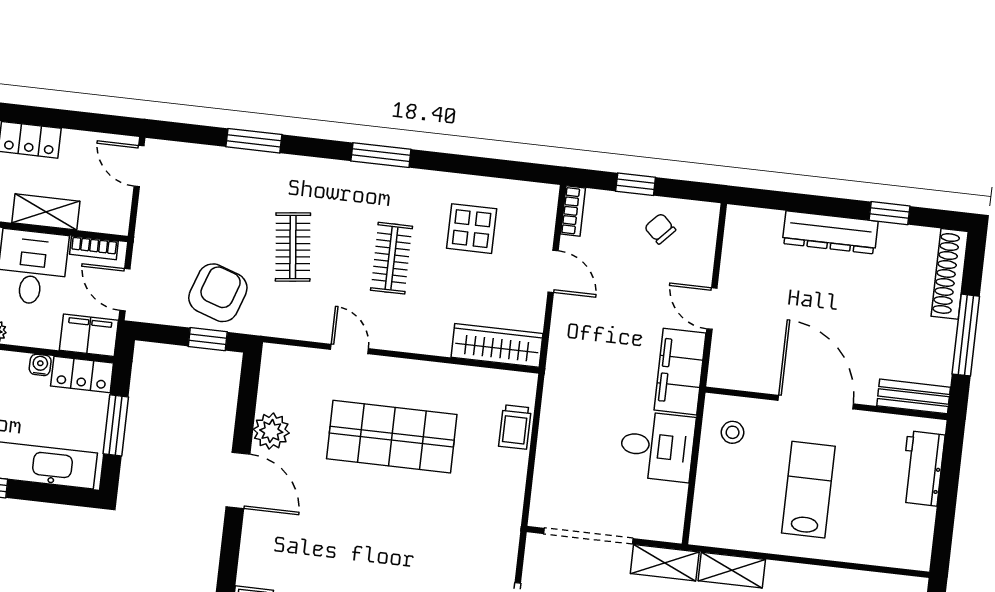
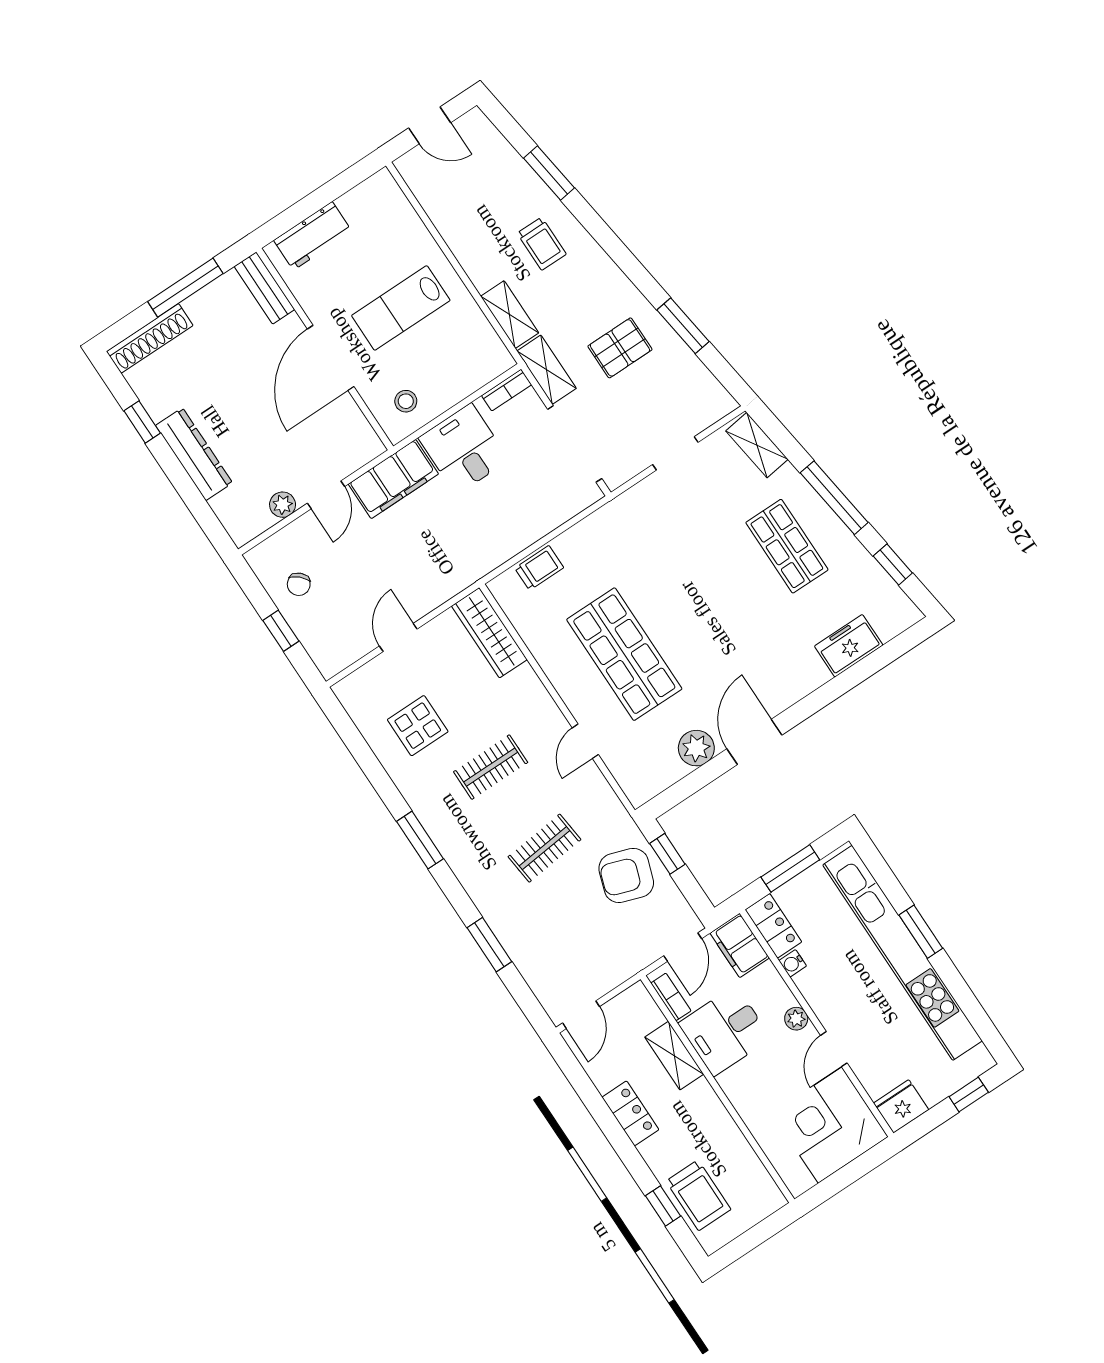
bookcase: (573, 211) -> (507, 390), moved, turned 180
plant: (733, 268) -> (283, 505), added

